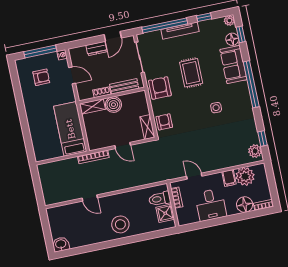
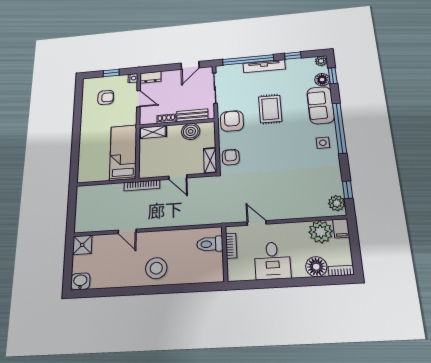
dresser: (96, 48) -> (150, 77), moved
window: (40, 51) -> (111, 73), width x0.46
boiler: (113, 105) -> (191, 131), moved
side table: (216, 108) -> (323, 143), moved
filing cabinet: (229, 178) -> (341, 228), moved
shower: (165, 213) -> (82, 245), moved

